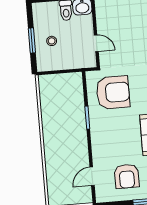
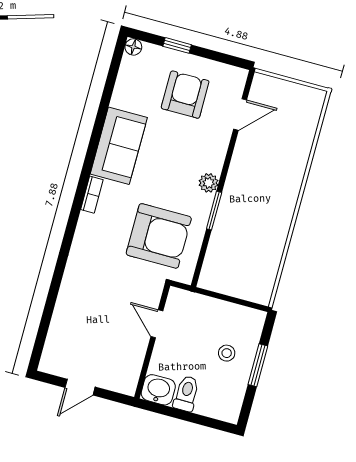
armchair: (113, 92) -> (159, 236), turned 180
plant: (96, 132) -> (209, 183), added

